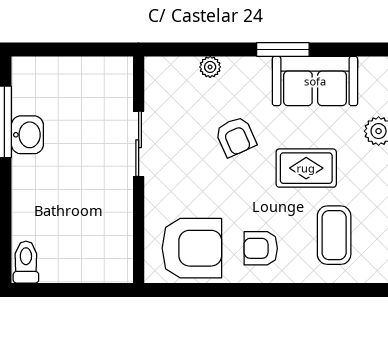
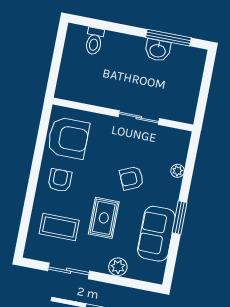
armchair: (192, 248) -> (68, 138), turned -90
toilet: (26, 262) -> (94, 41), moved, turned 90

